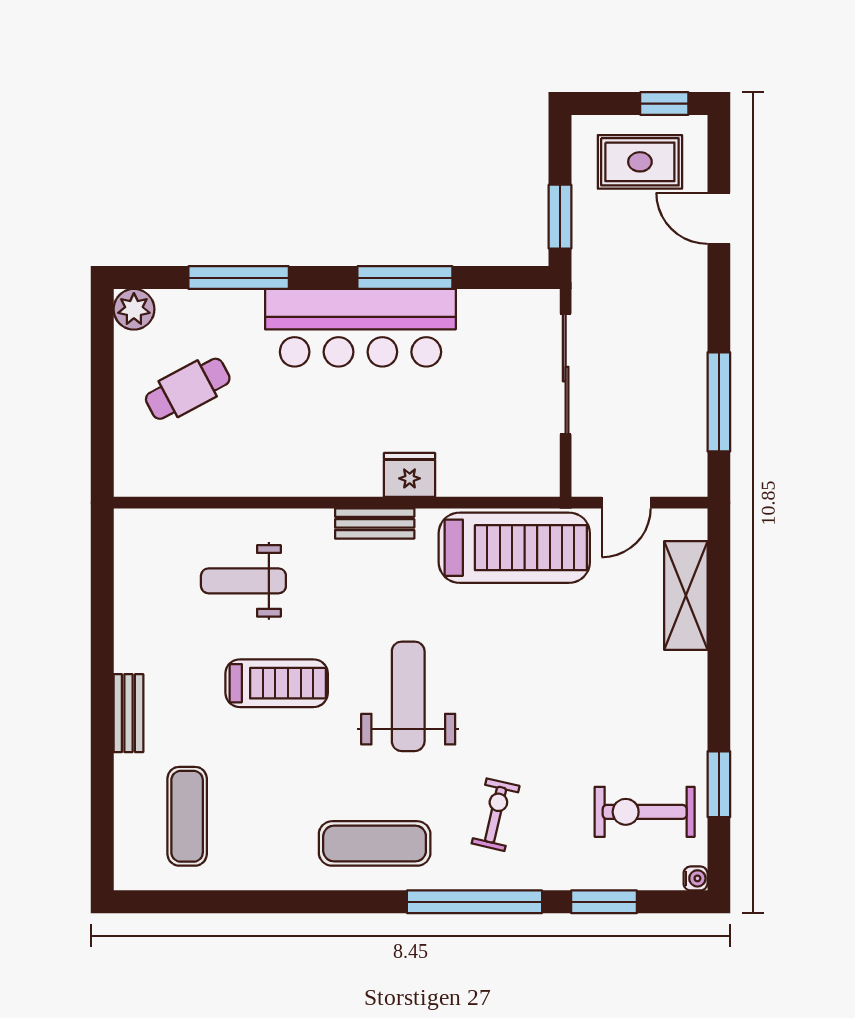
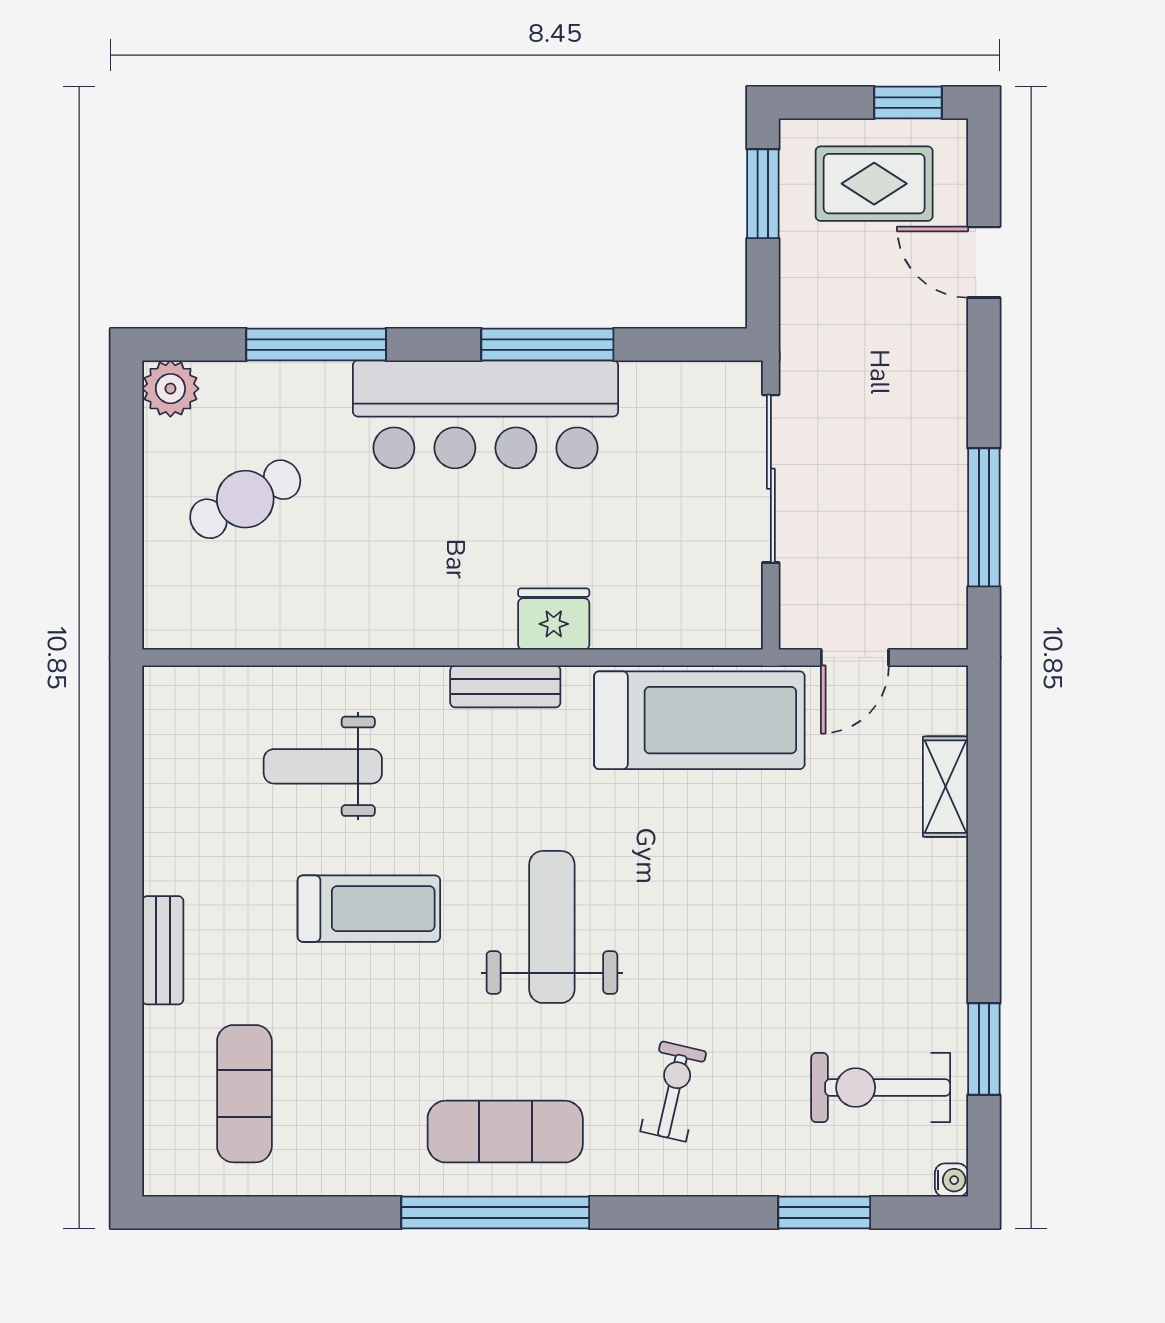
window: (560, 217) -> (763, 194), moved
shelving: (686, 595) -> (945, 787), width x0.67, depth x0.75
window: (475, 902) -> (495, 1213), moved

